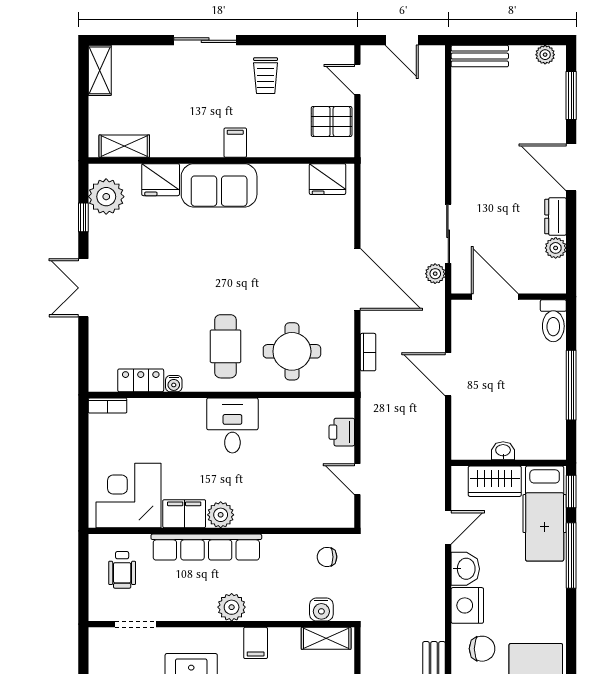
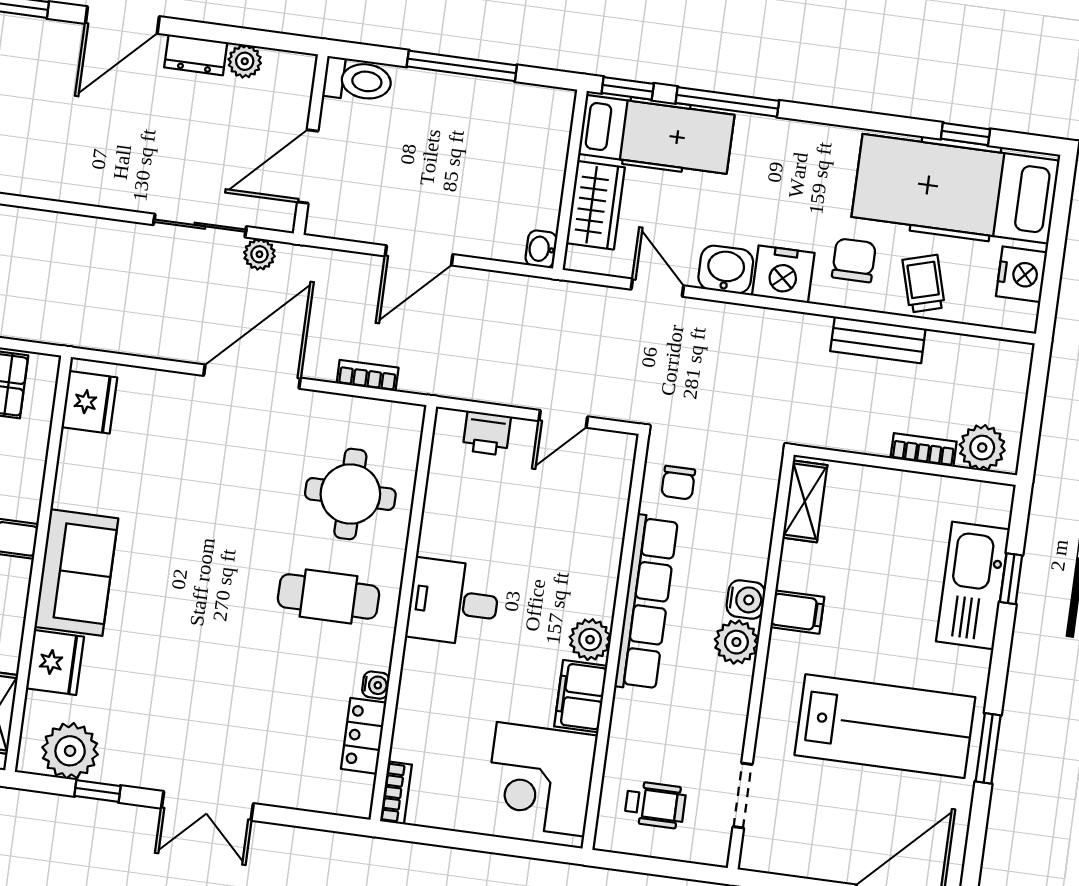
washbasin: (503, 451) -> (541, 249), moved
row of seats: (206, 547) -> (646, 603), moved
water cooler: (321, 610) -> (746, 600), moved

